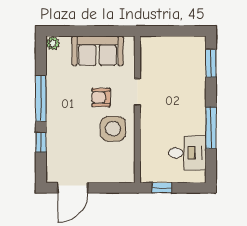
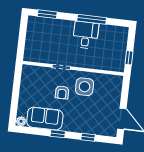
sofa: (98, 51) -> (45, 119), moved, turned -90
window: (41, 98) -> (58, 134), width x0.46
desk: (187, 153) -> (86, 35), moved

